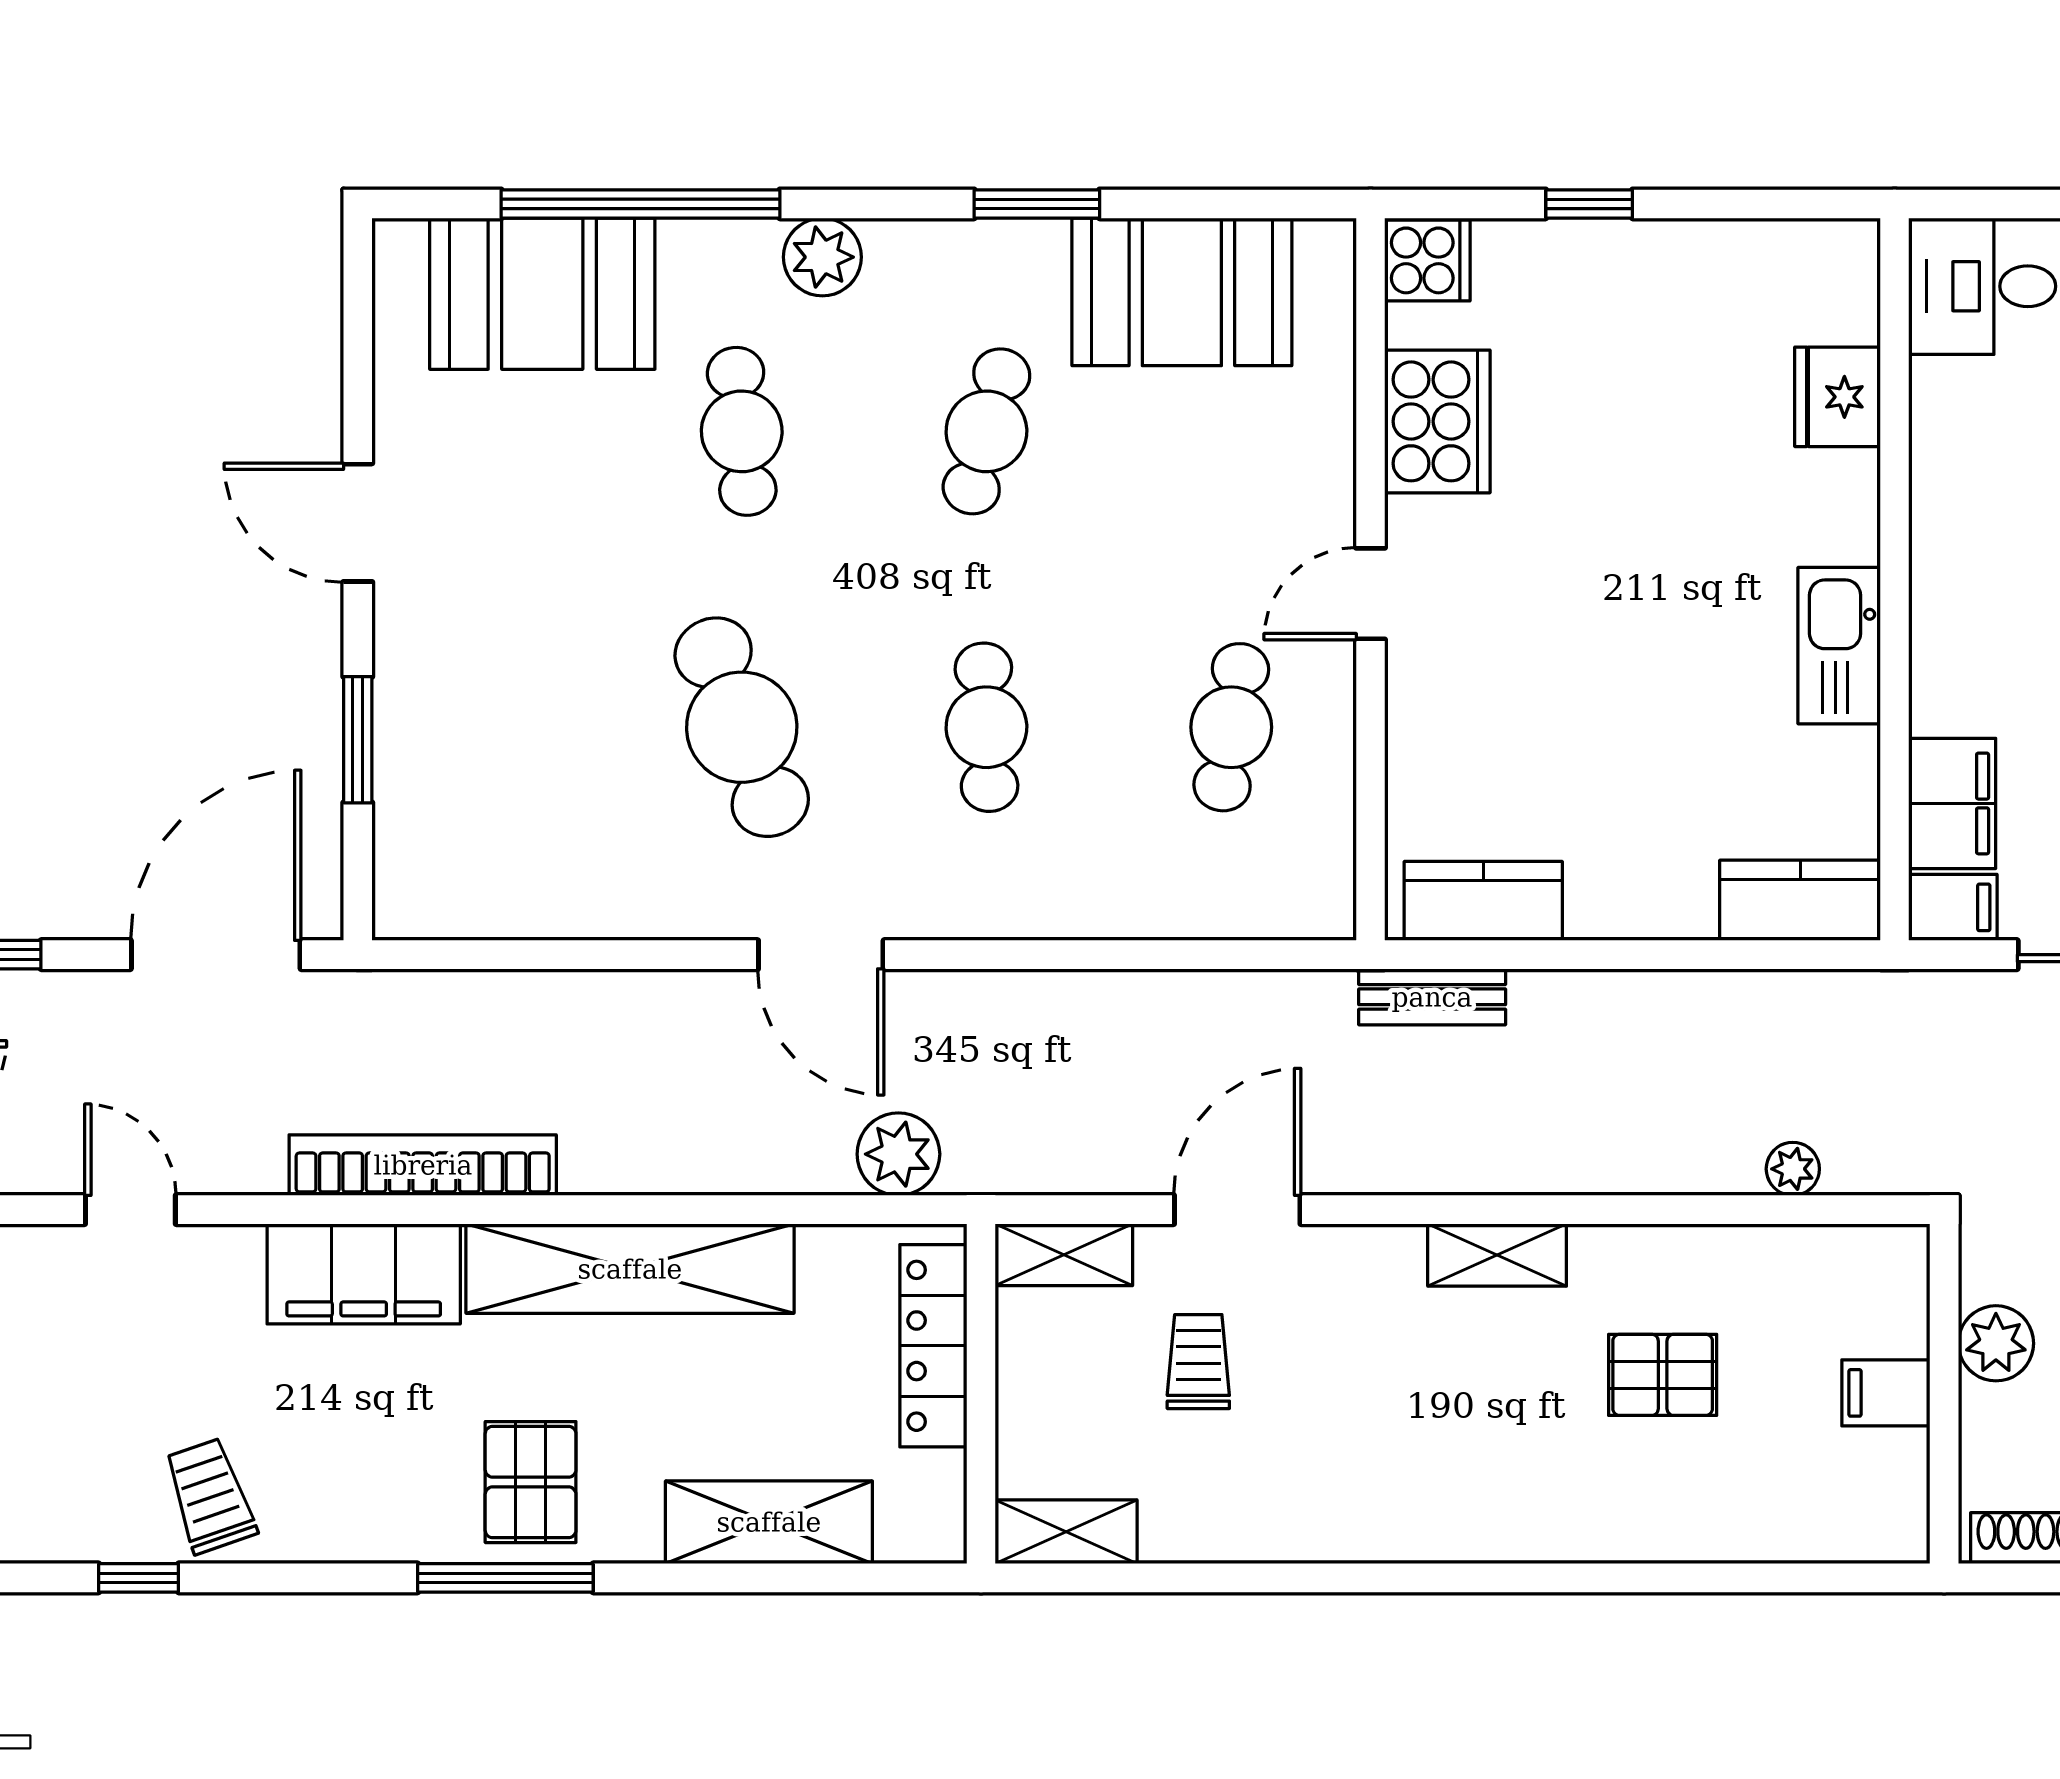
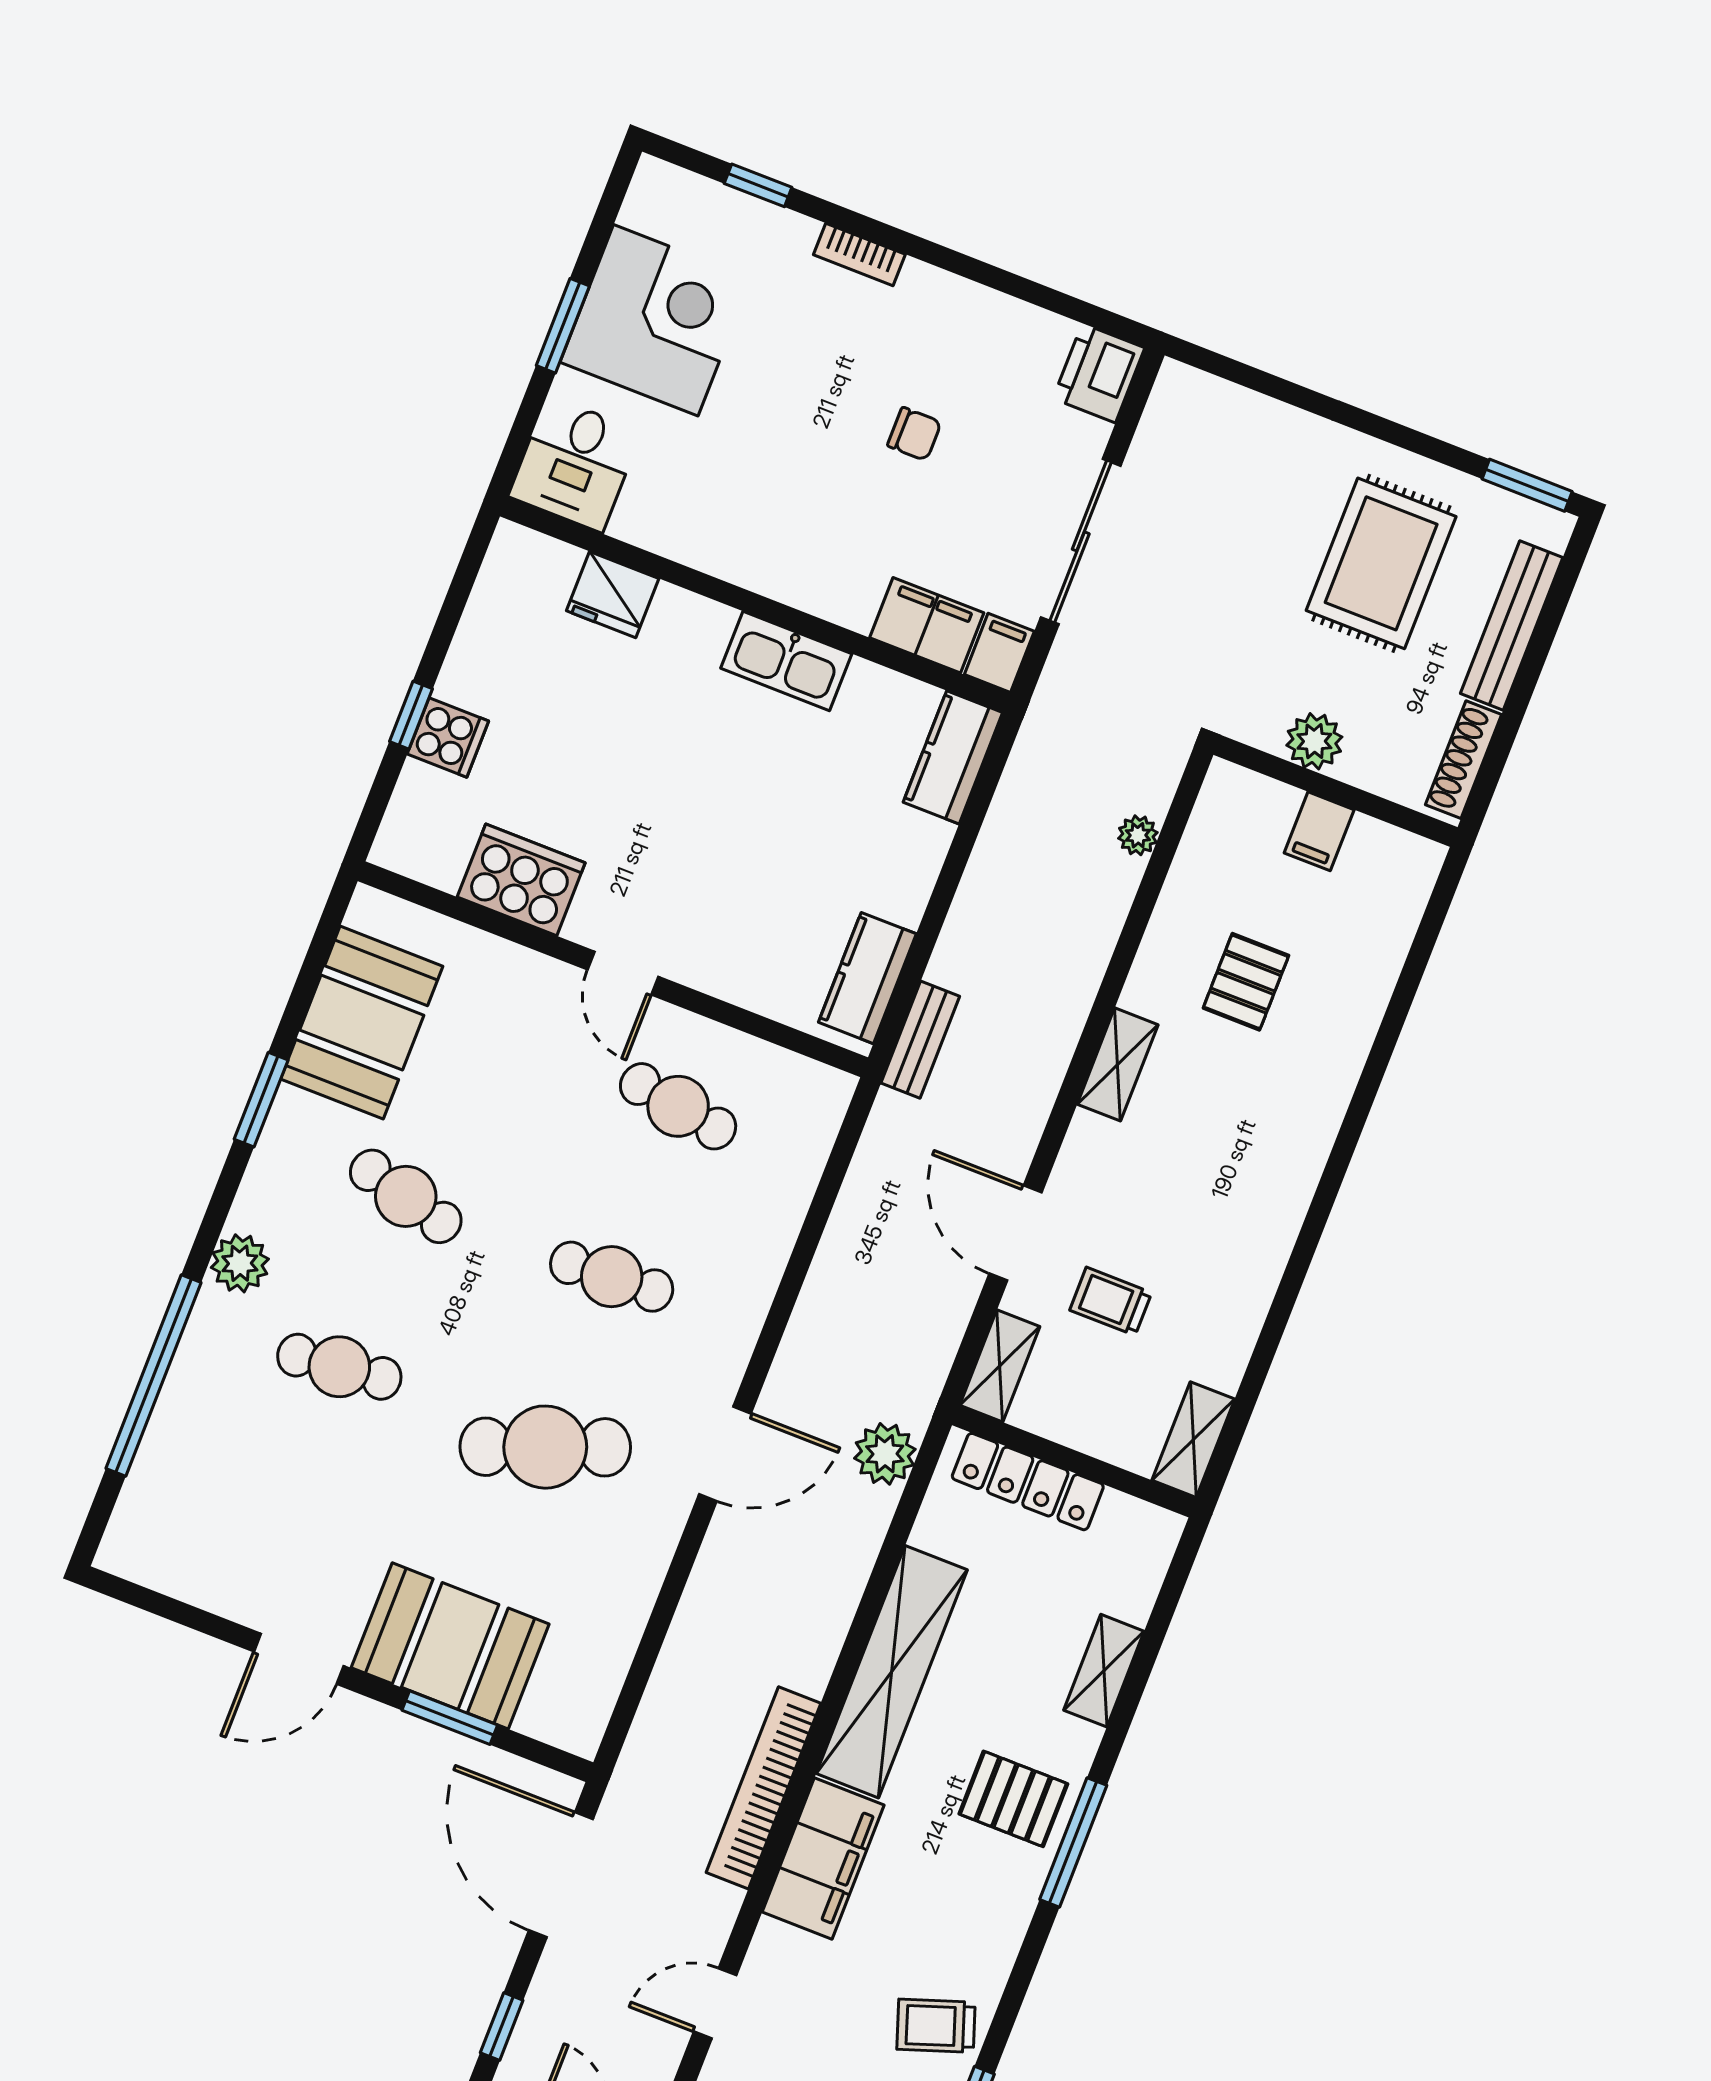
cooker: (1427, 260) -> (448, 737), moved, turned 90
booth: (542, 294) -> (450, 1646), moved, turned 90
shelving: (769, 1522) -> (1104, 1671), width x0.67, depth x0.75

